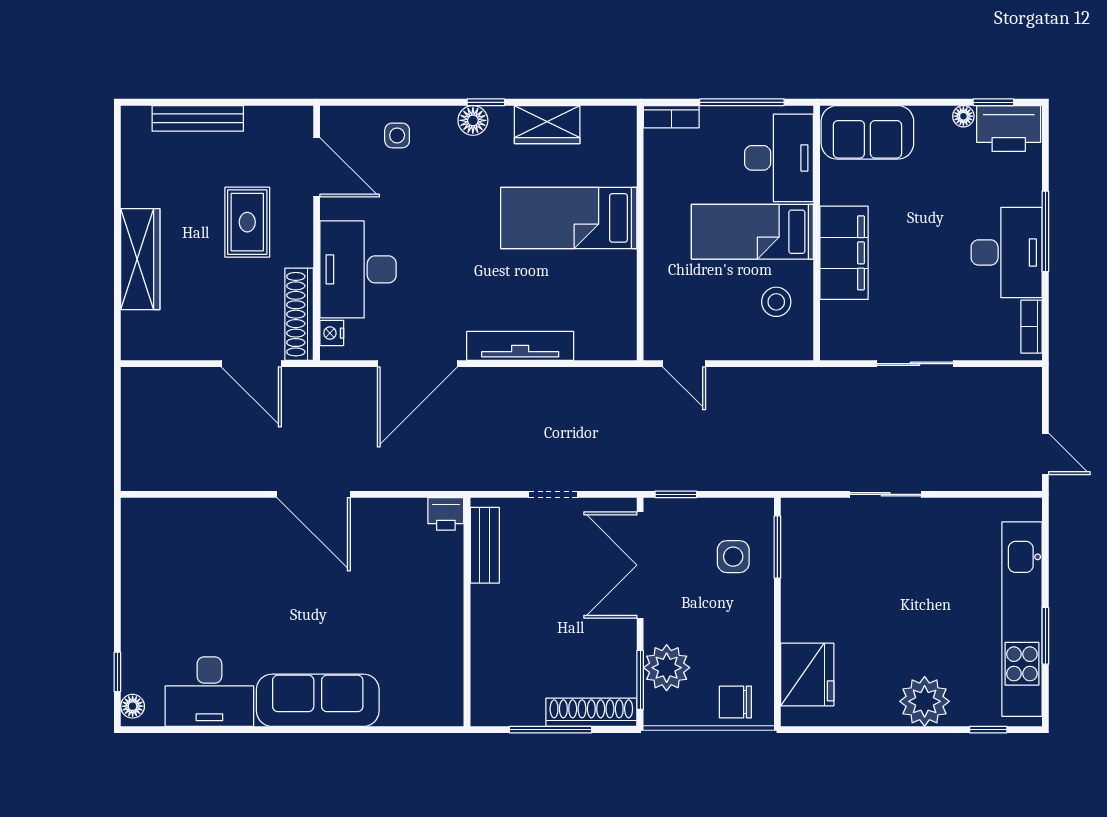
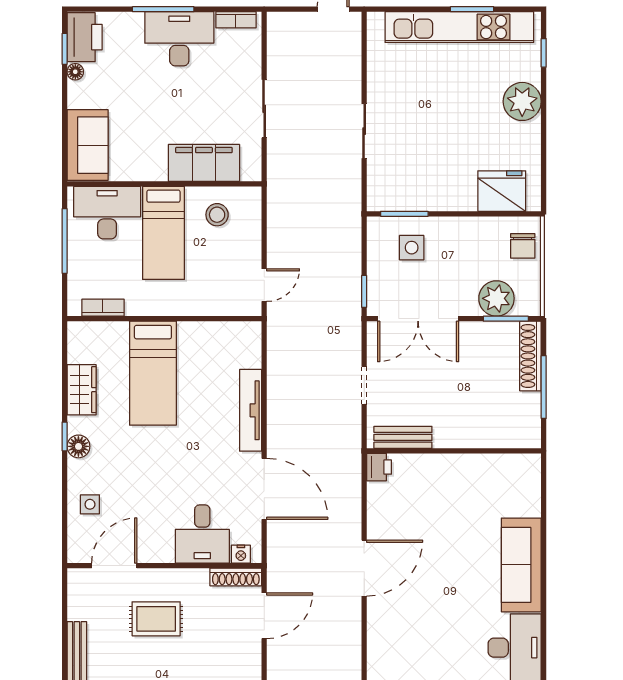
bookcase: (671, 117) -> (103, 308), moved, turned -90
filing cabinet: (844, 253) -> (204, 163), moved
desk: (358, 269) -> (202, 534), width x0.73
shoe rack: (299, 314) -> (236, 577), width x0.74, depth x0.81

